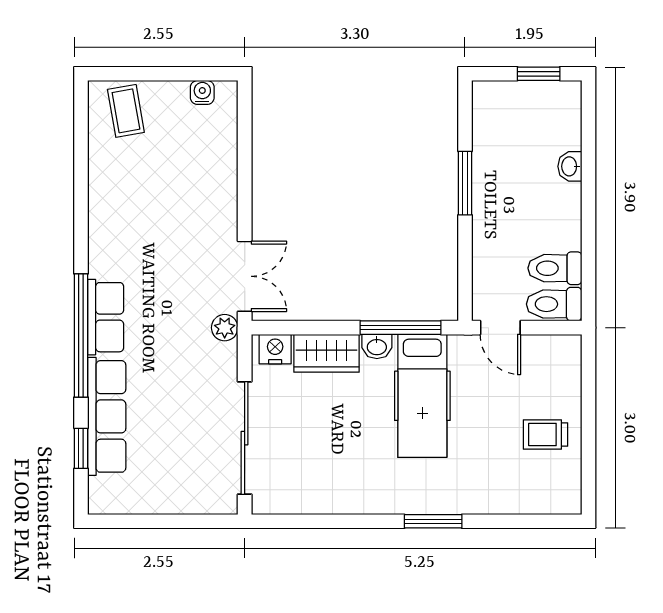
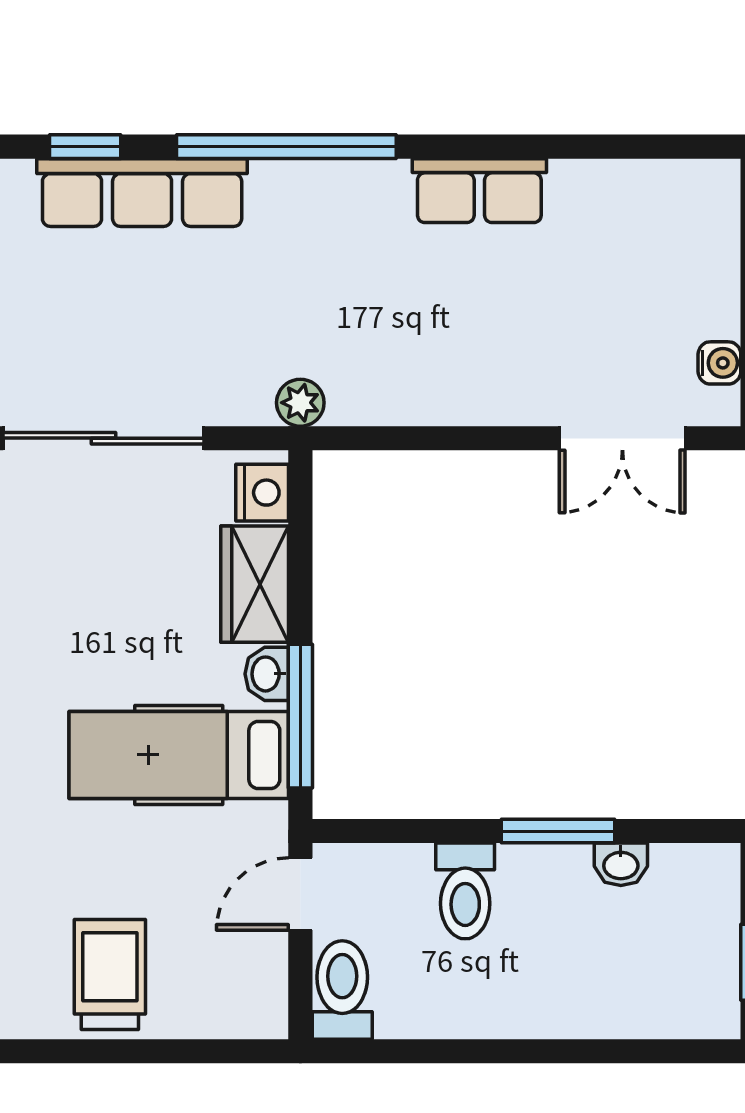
coffee table: (126, 111) -> (686, 227), removed
washbasin: (570, 166) -> (621, 864), moved, turned 180
toilet: (555, 268) -> (465, 891), moved, turned 180
double door: (245, 276) -> (622, 438), moved
row of seats: (106, 317) -> (479, 191), moved
trolley: (545, 434) -> (110, 974), width x1.36, depth x1.39

